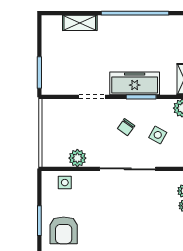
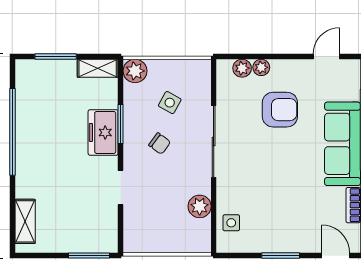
shelving: (80, 23) -> (25, 221), moved
freezer: (135, 83) -> (103, 132), width x0.71
armchair: (64, 230) -> (280, 110), moved

